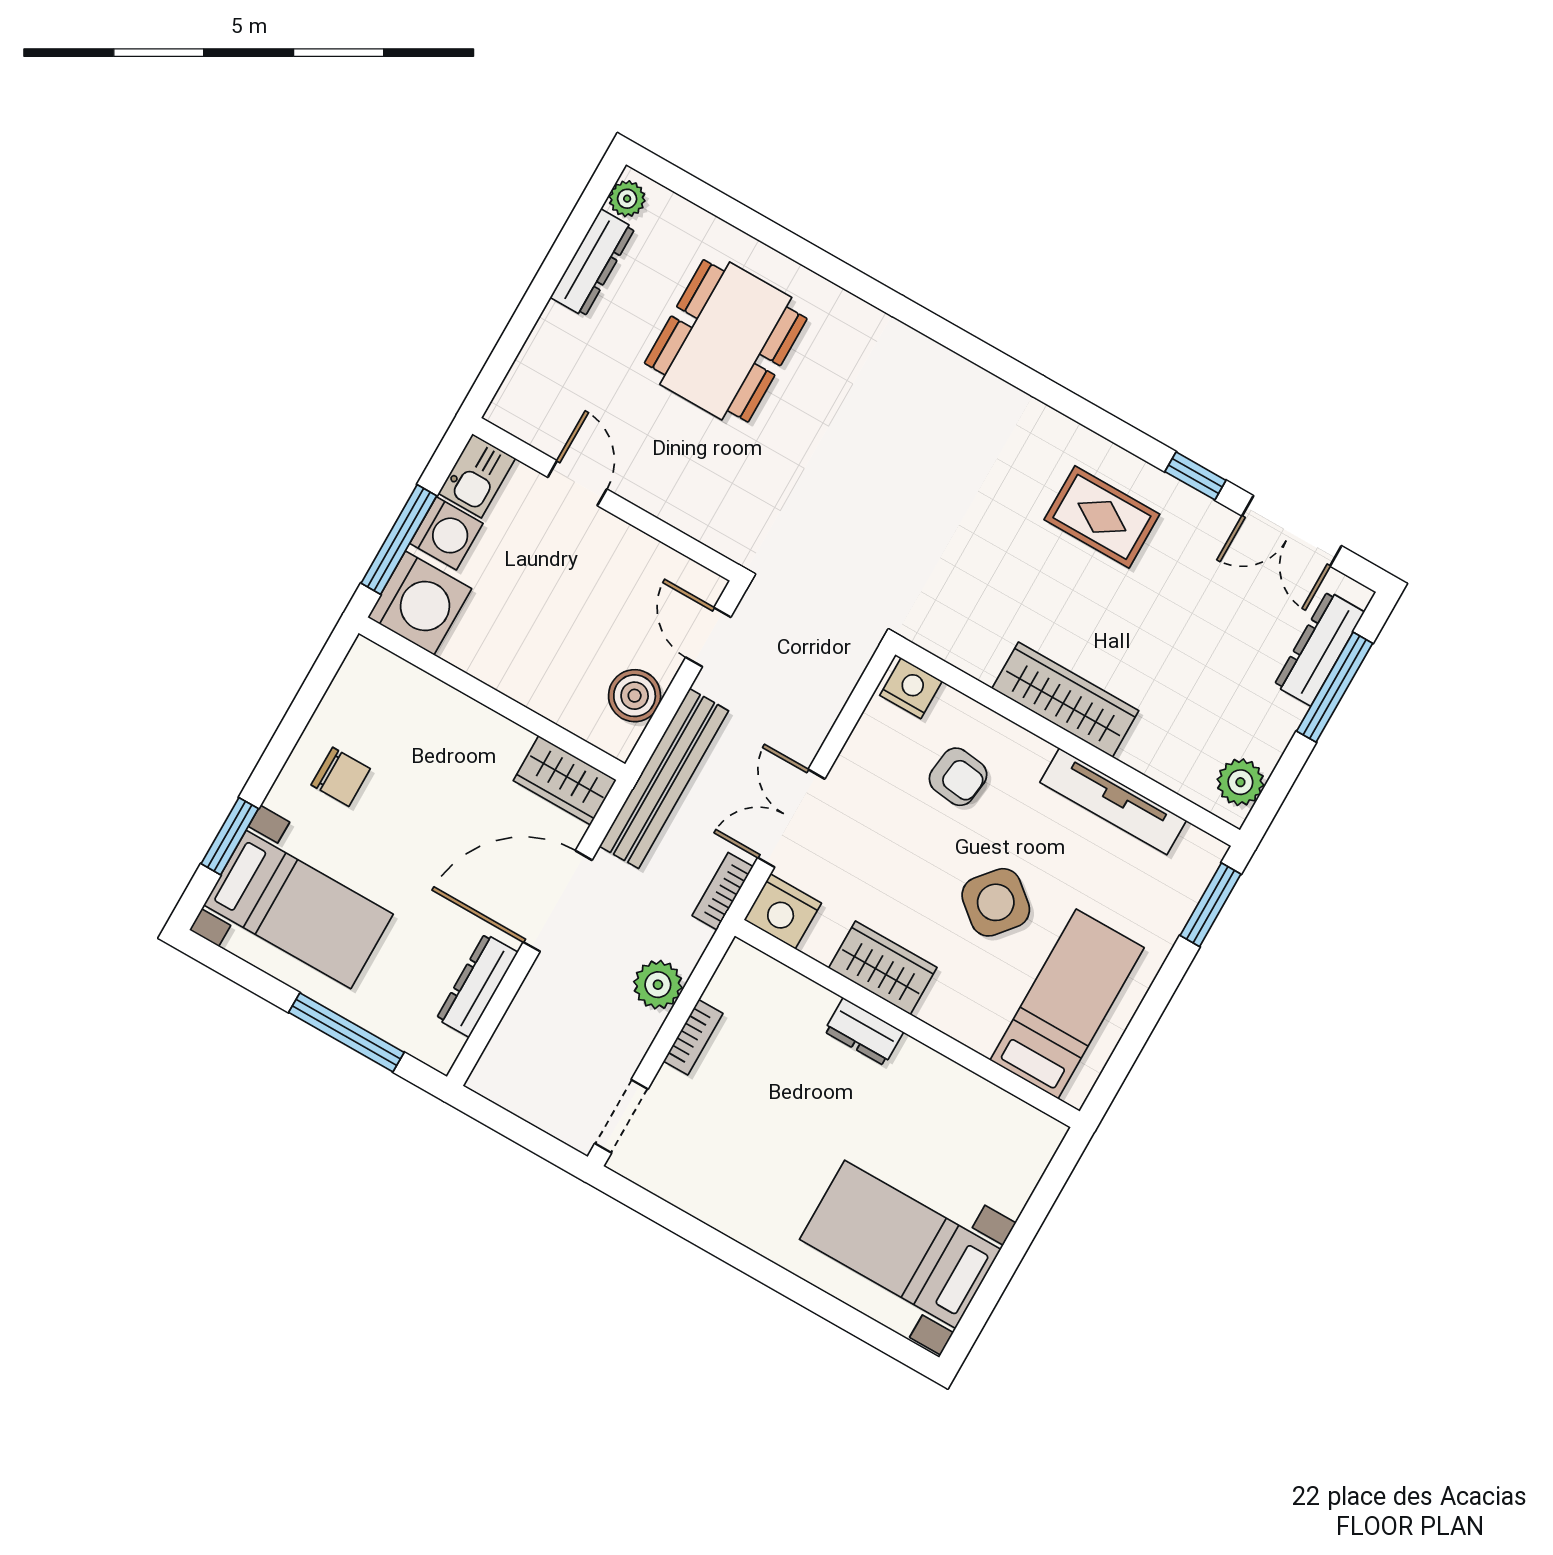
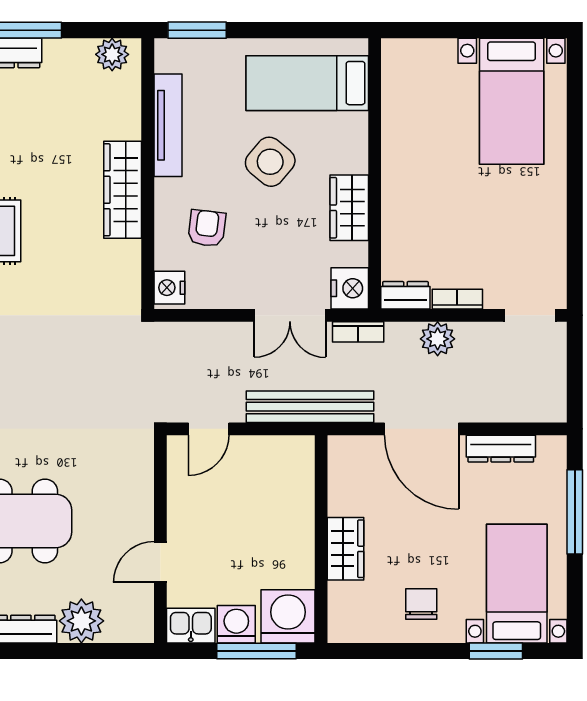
plant: (560, 344) -> (81, 621), added
boiler: (635, 696) -> (270, 453), removed
wardrobe: (565, 780) -> (346, 549), moved
dresser: (864, 1032) -> (405, 295), moved, turned -90

